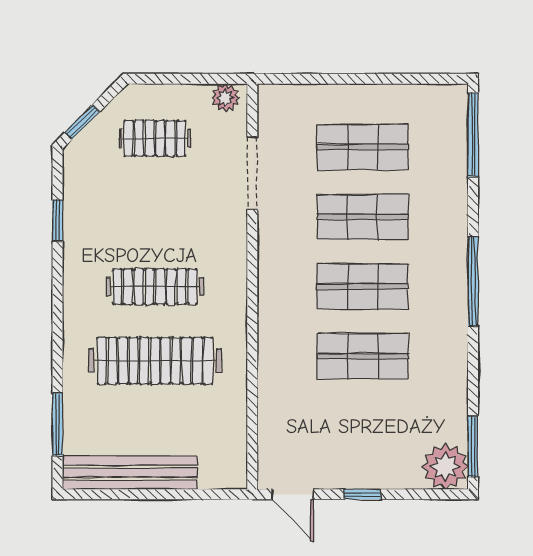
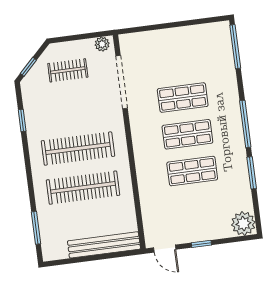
shop shelf: (363, 147) -> (178, 61), removed
doorway: (252, 173) -> (122, 82), width x1.36
clothes rail: (155, 287) -> (78, 149), width x1.37, depth x1.31
window: (473, 446) -> (252, 173), moved
bench: (130, 473) -> (104, 245), moved

